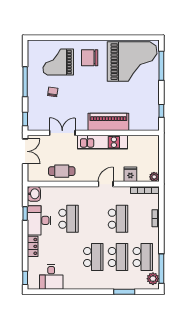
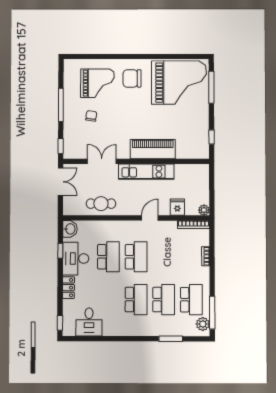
grand piano: (58, 62) -> (97, 83), turned 180
school desk: (118, 219) -> (136, 257), moved

